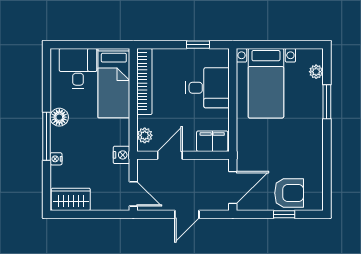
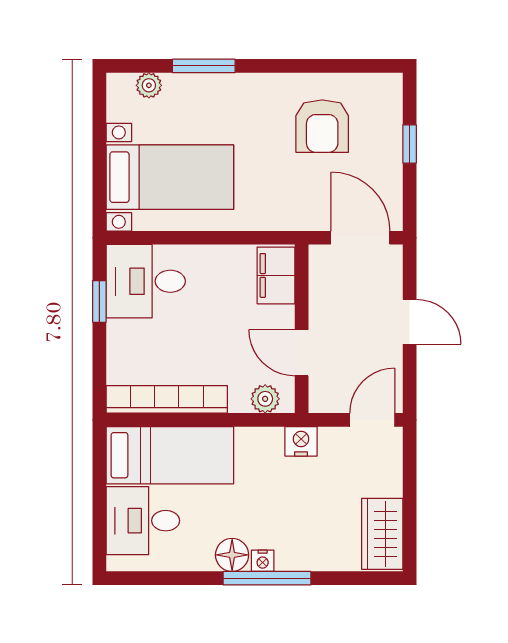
desk: (207, 88) -> (146, 281), moved, turned -90
nightstand: (56, 159) -> (263, 561), moved
armchair: (289, 193) -> (322, 126), moved, turned 180

